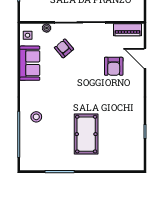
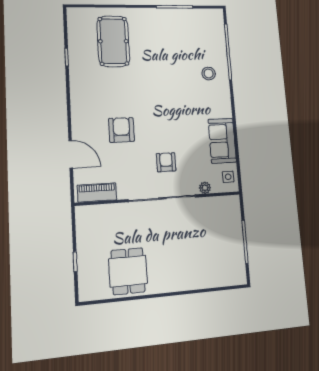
armchair: (64, 48) -> (166, 162), moved, turned -140
armchair: (114, 66) -> (121, 130), moved
pool table: (86, 134) -> (113, 41), moved

